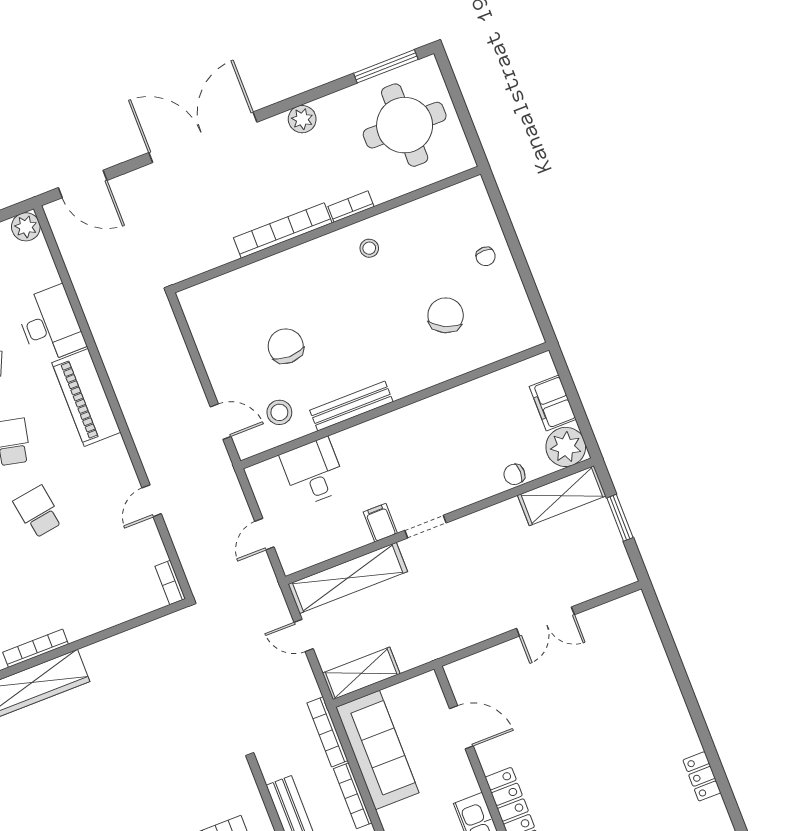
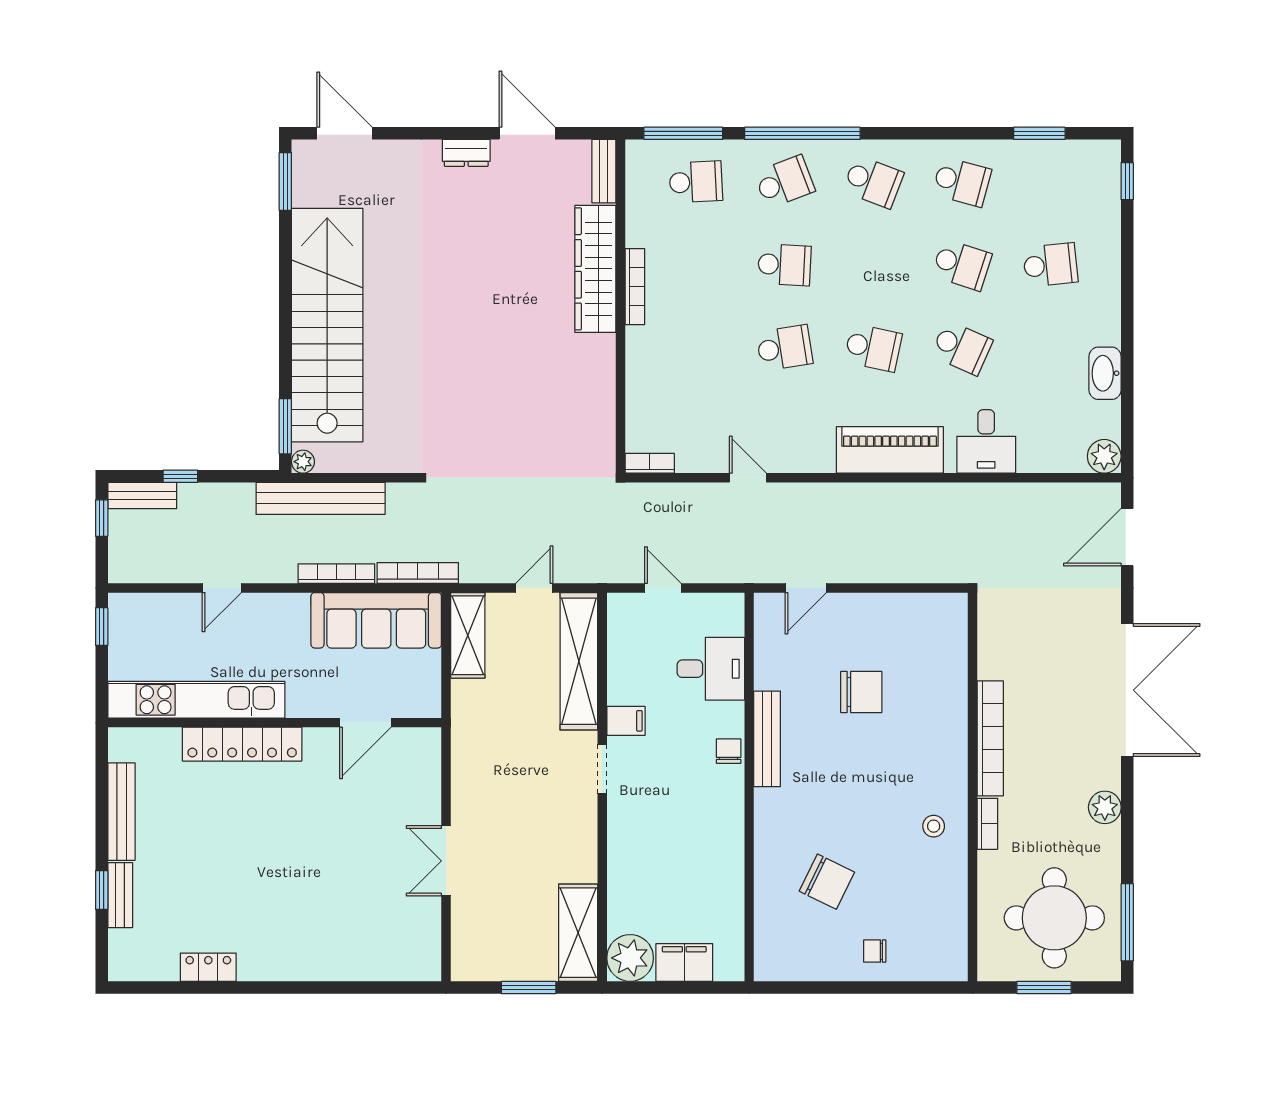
window: (463, 112) -> (1044, 987), added
desk: (50, 324) -> (986, 441), width x0.73
stool: (279, 412) -> (791, 657), removed
chair: (514, 474) -> (729, 751), moved

